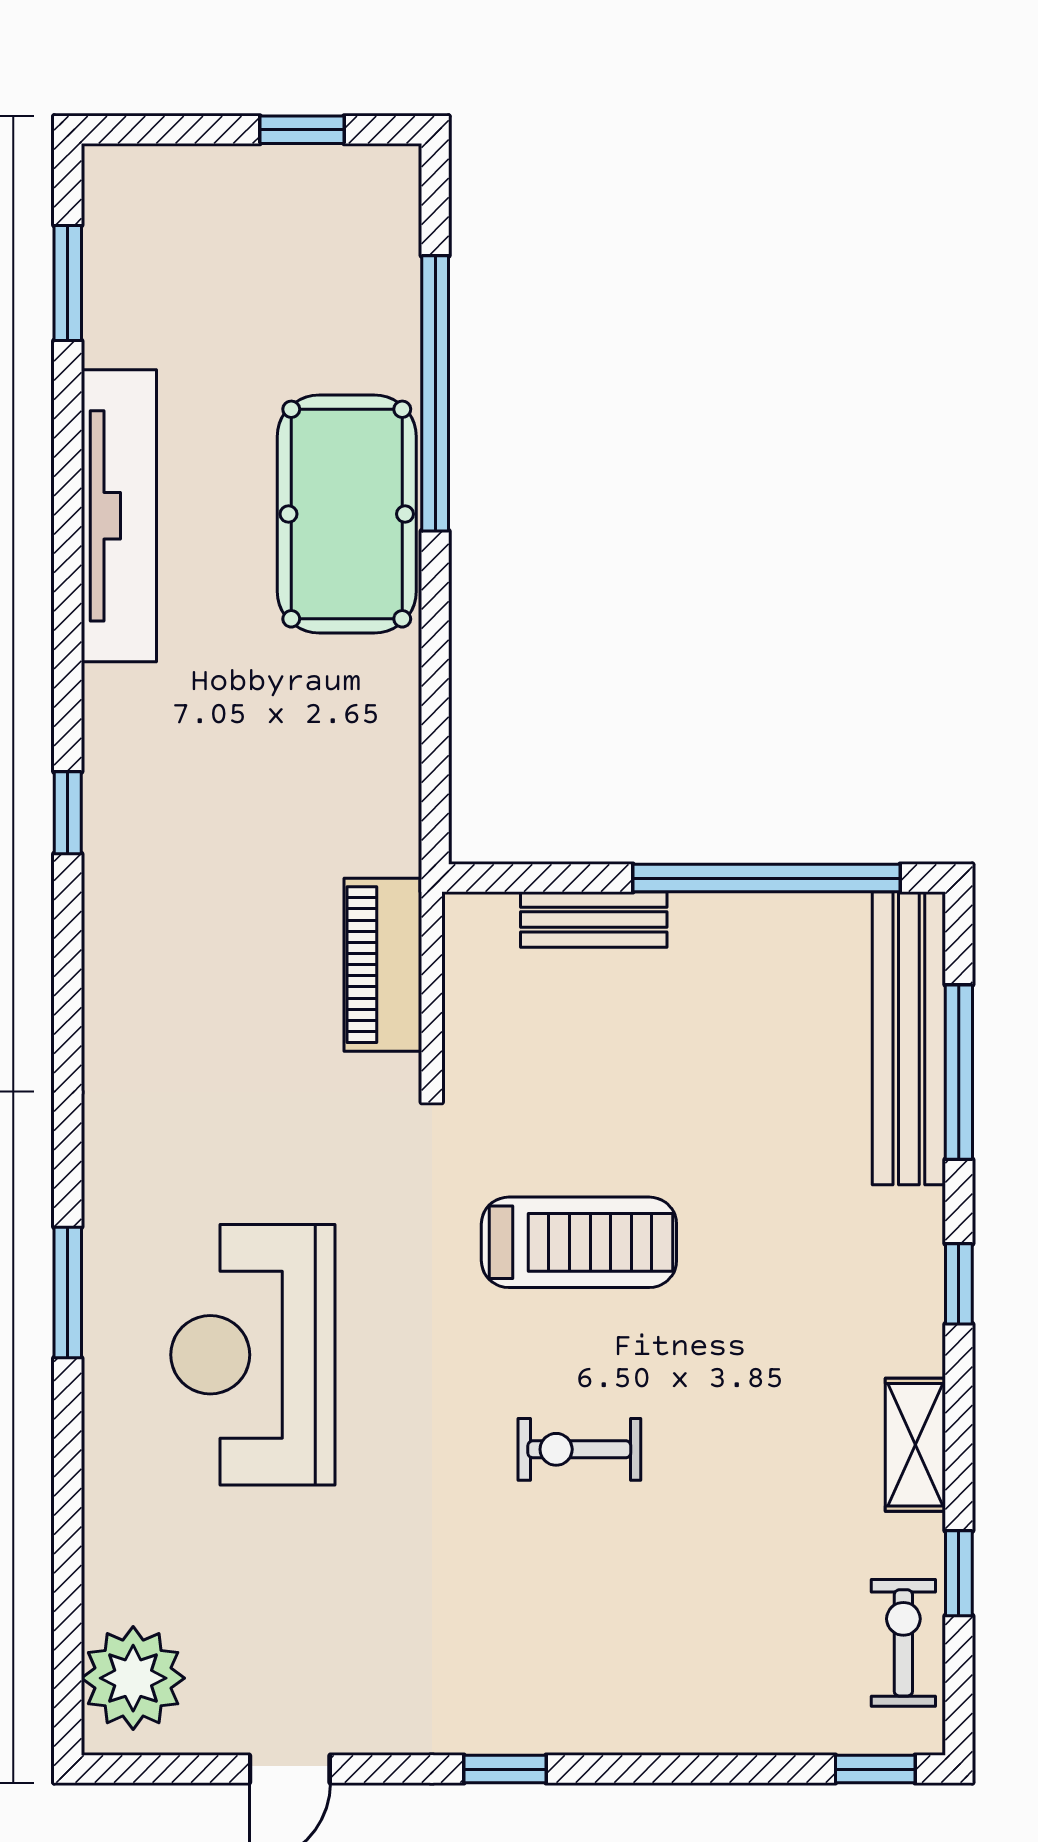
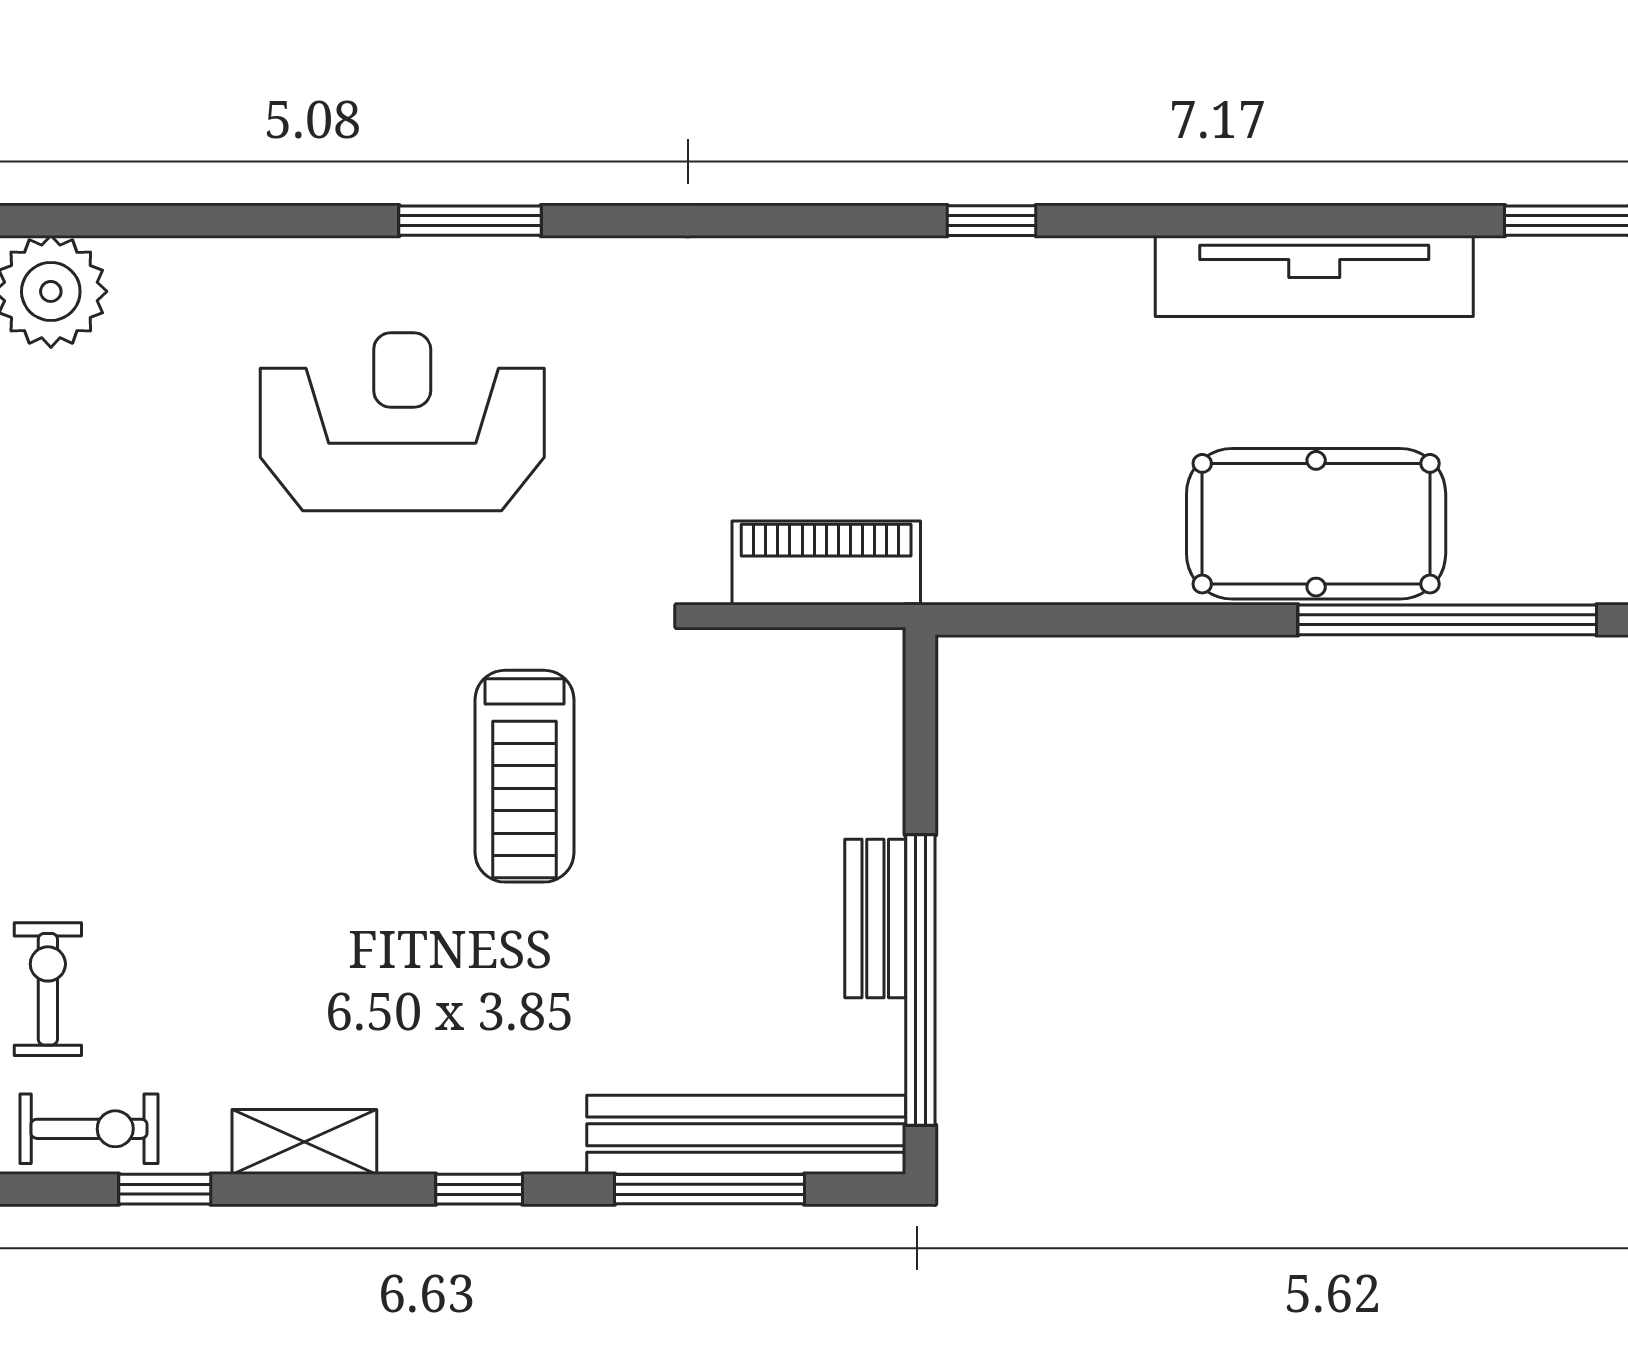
bench: (594, 920) -> (875, 919), moved
exercise bike: (579, 1449) -> (48, 989), moved

